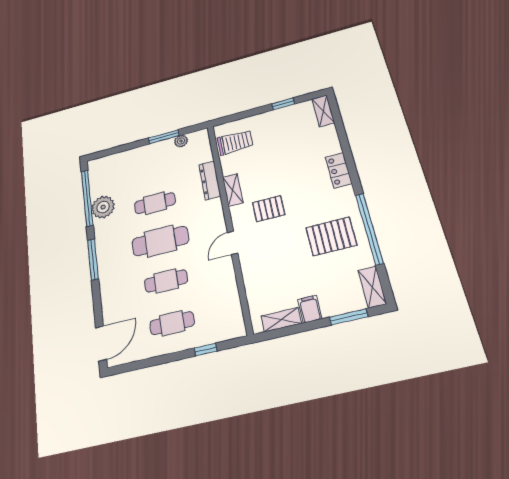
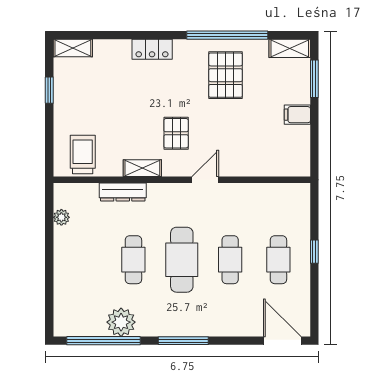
window: (164, 137) -> (49, 237), removed
door: (233, 243) -> (205, 180), swing flipped
shelving: (281, 320) -> (302, 145), removed
window: (206, 350) -> (314, 252), moved

